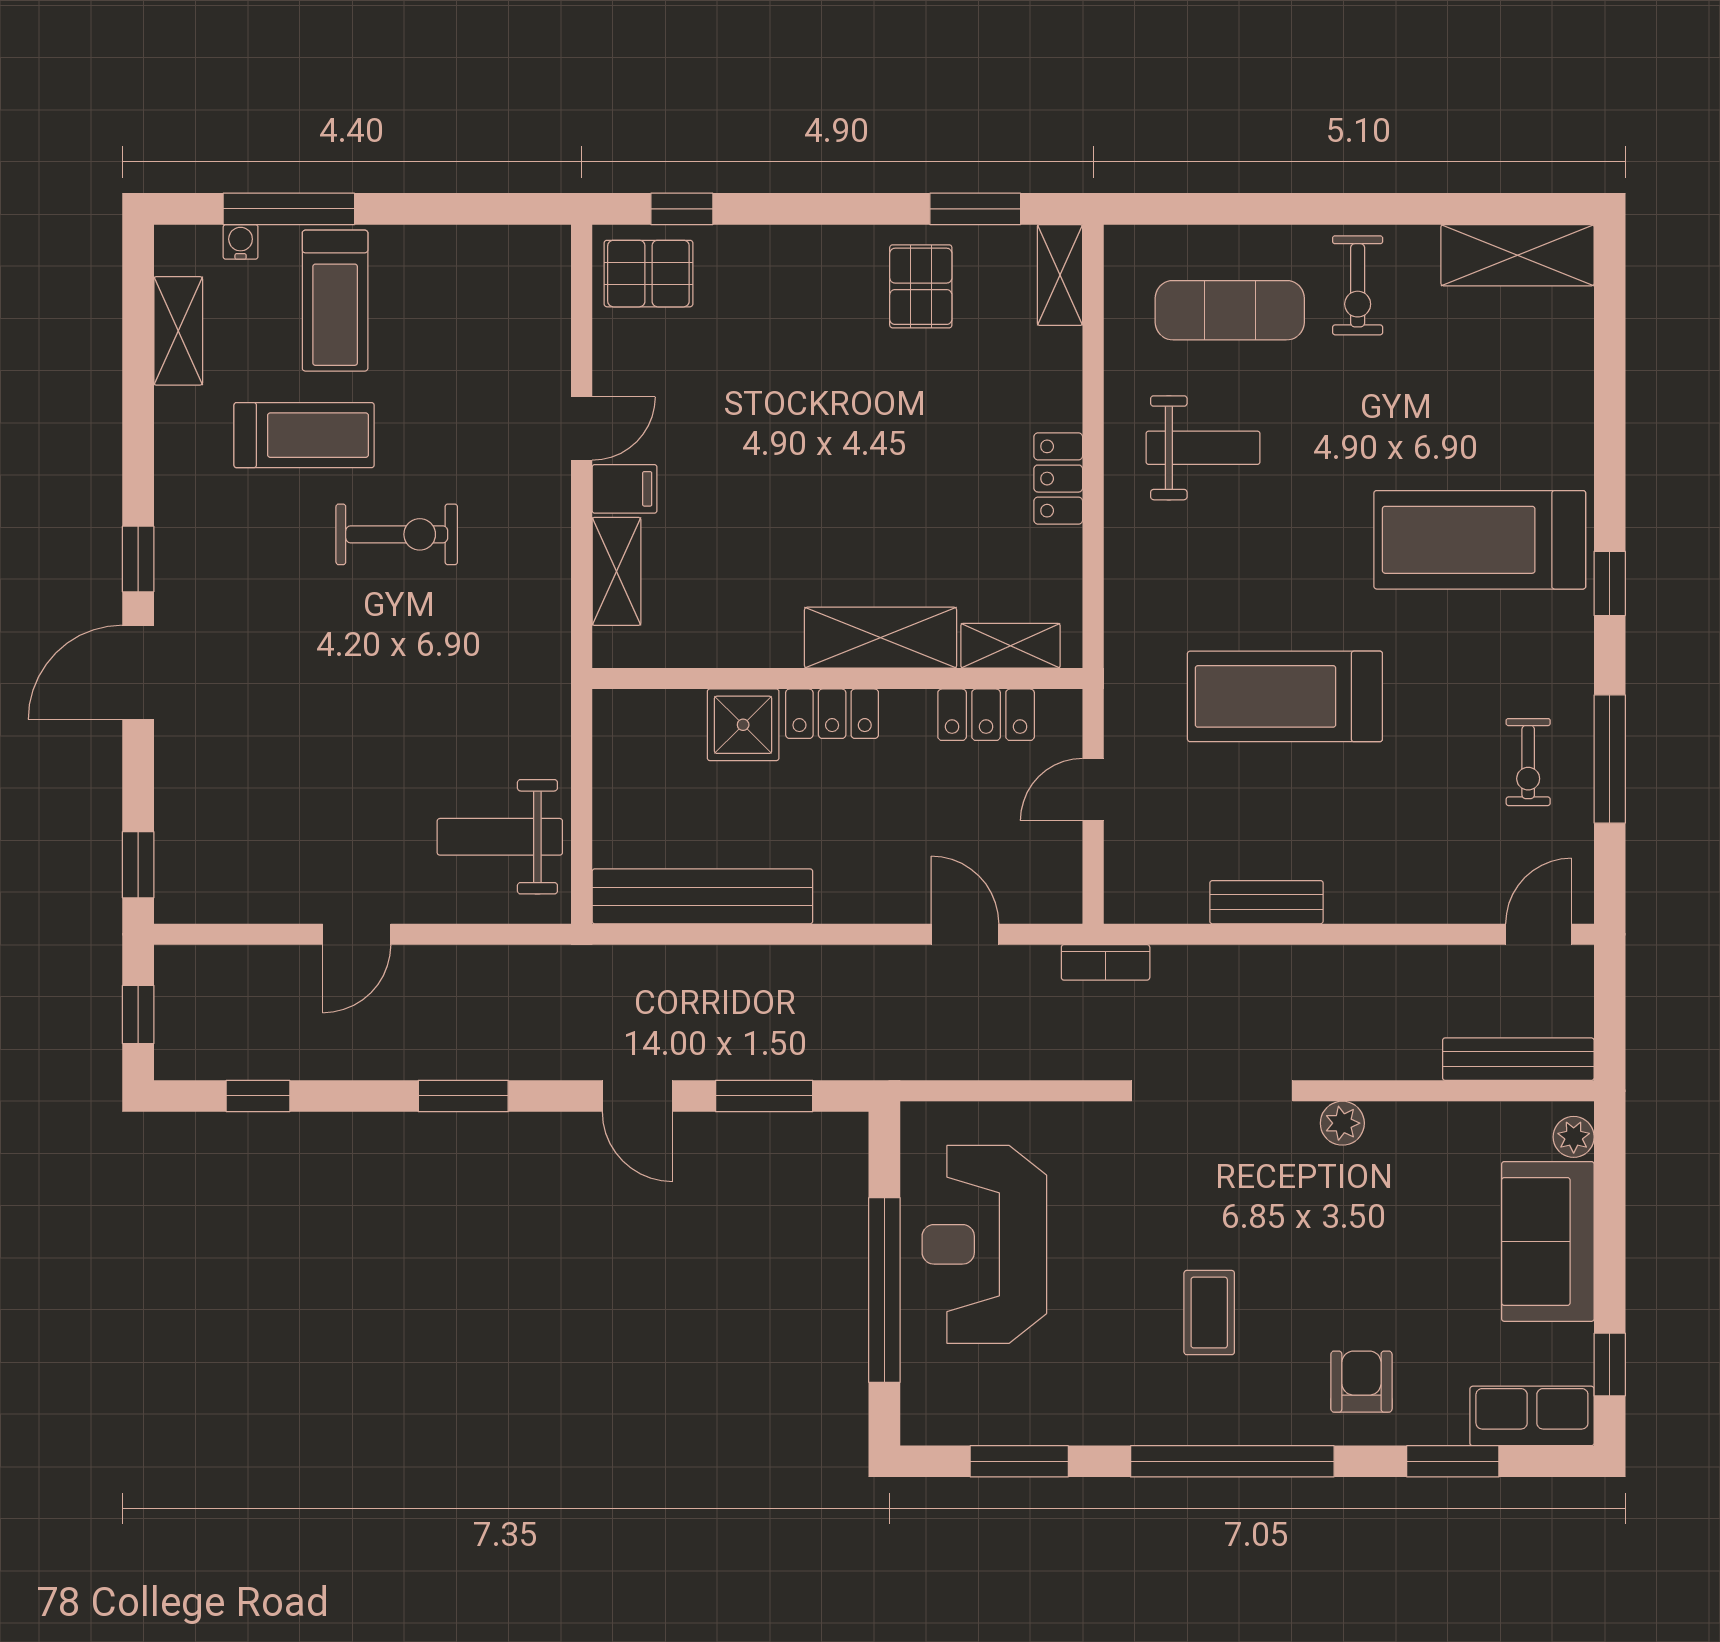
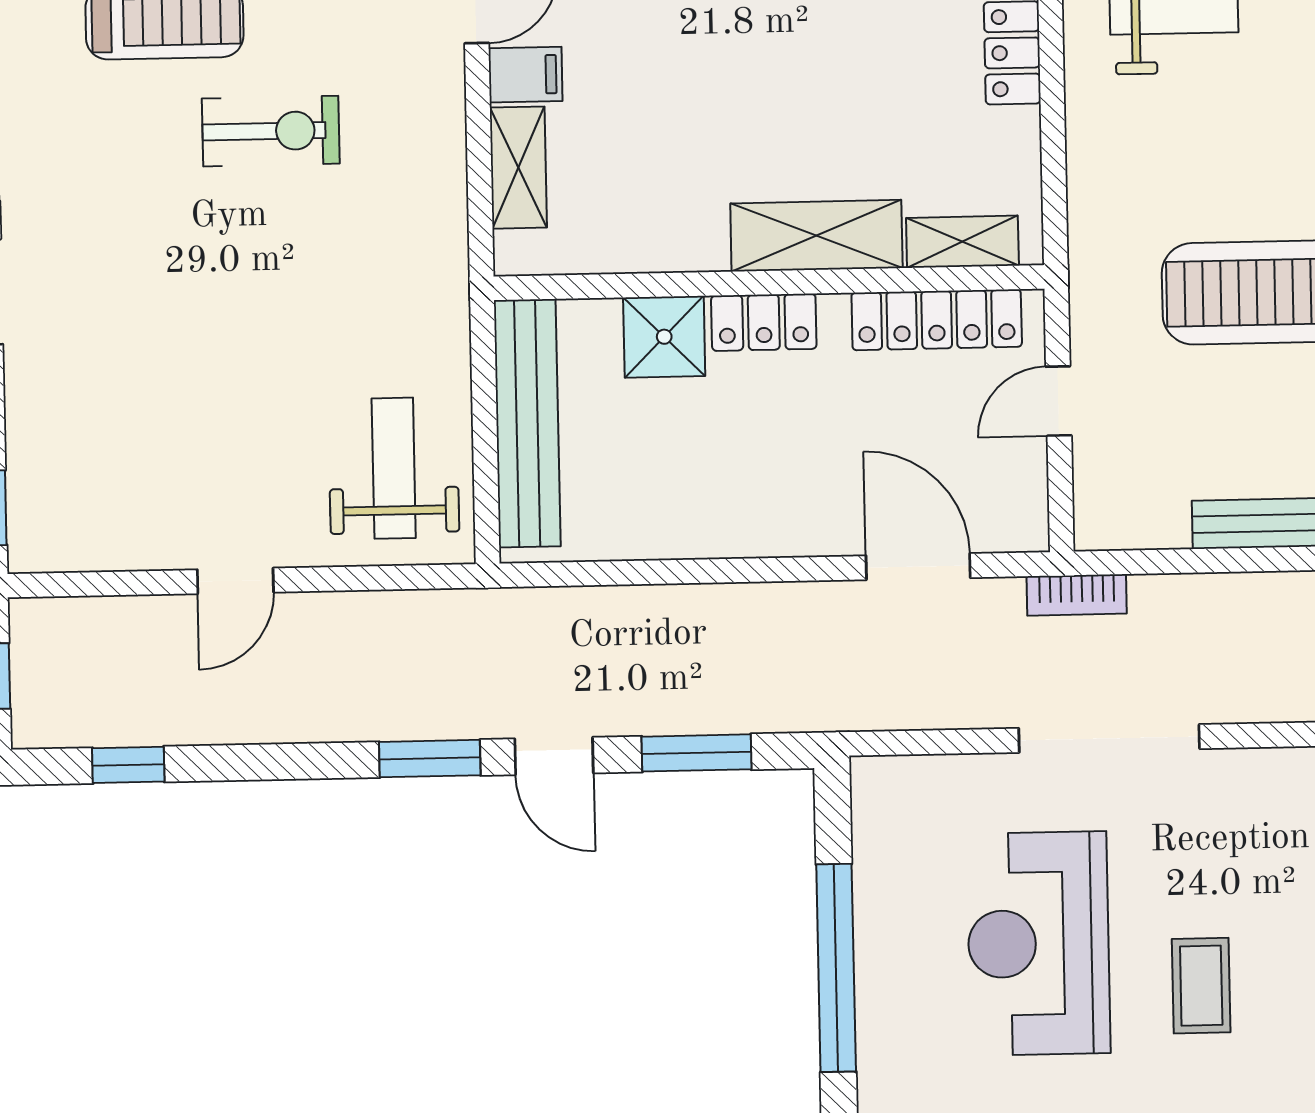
locker: (986, 715) -> (937, 320), width x1.53
weight bench: (500, 837) -> (394, 468), turned 90
bench: (702, 896) -> (527, 423), moved, turned 90
door: (965, 934) -> (918, 567), width x1.38
doorway: (1212, 1091) -> (1109, 738), moved
window: (463, 1096) -> (430, 759), moved
reception desk: (984, 1244) -> (1039, 943), moved

